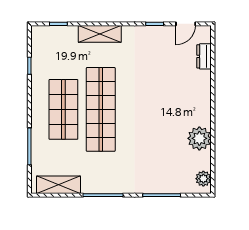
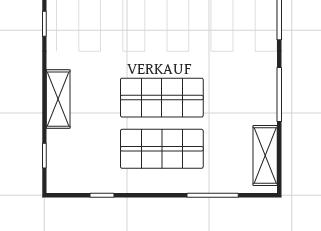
shop shelf: (101, 109) -> (162, 98), width x0.71

